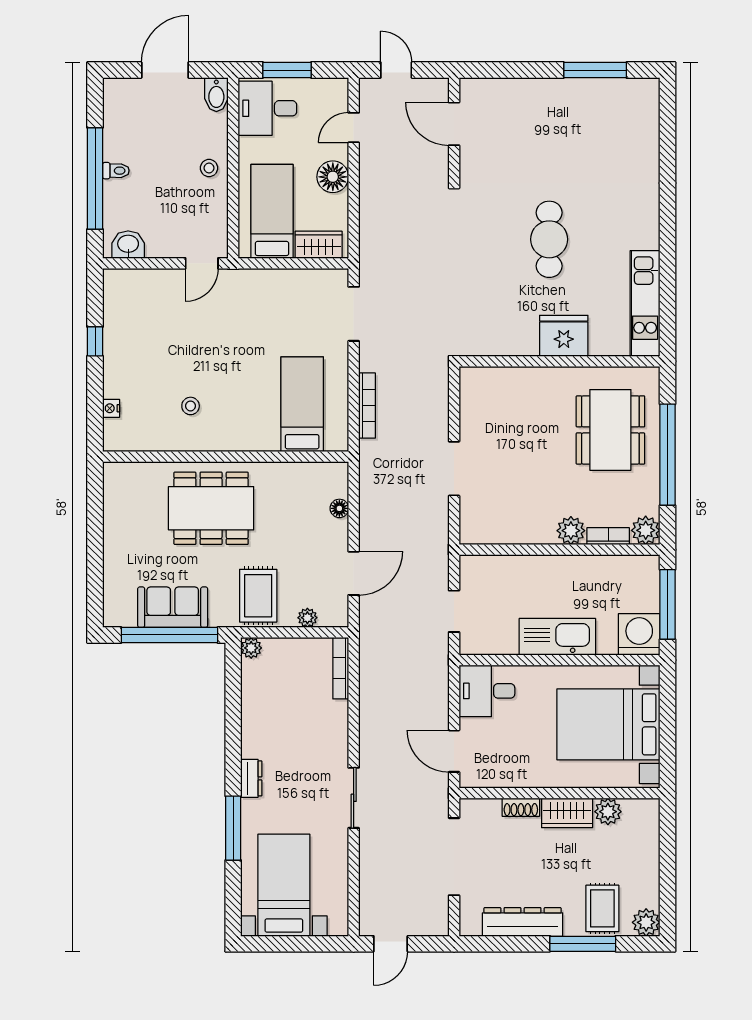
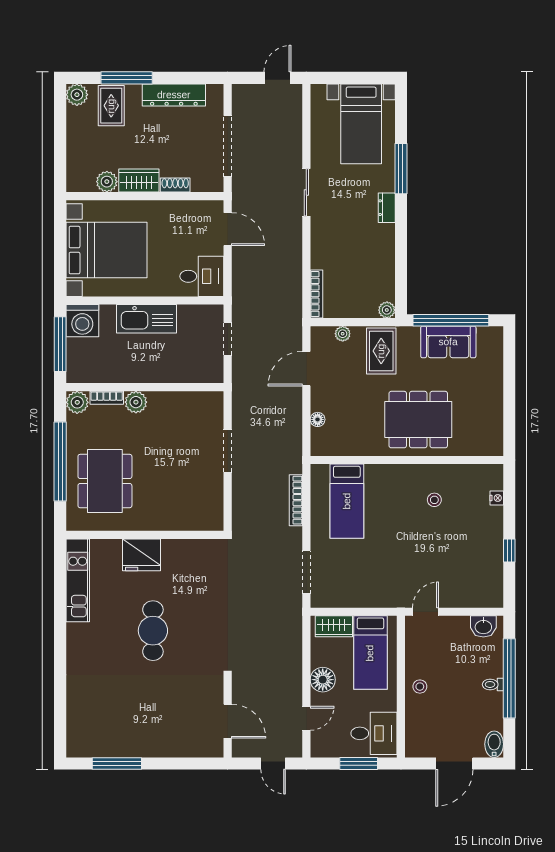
bidet: (216, 95) -> (494, 744), moved

